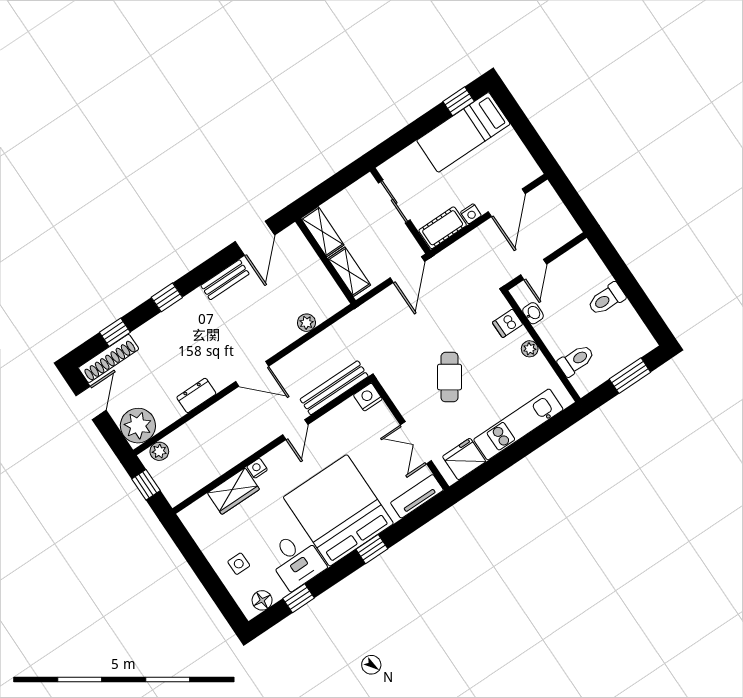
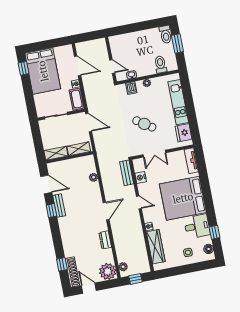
bed: (463, 132) -> (43, 71), width x1.50
window: (167, 297) -> (51, 211), moved
toilet: (606, 299) -> (166, 34), moved
bench: (334, 388) -> (127, 173), width x0.73
nightstand: (368, 397) -> (141, 178), moved
double door: (416, 443) -> (154, 154), moved
wardrobe: (233, 491) -> (156, 247), width x1.50
window: (372, 549) -> (206, 191), removed

